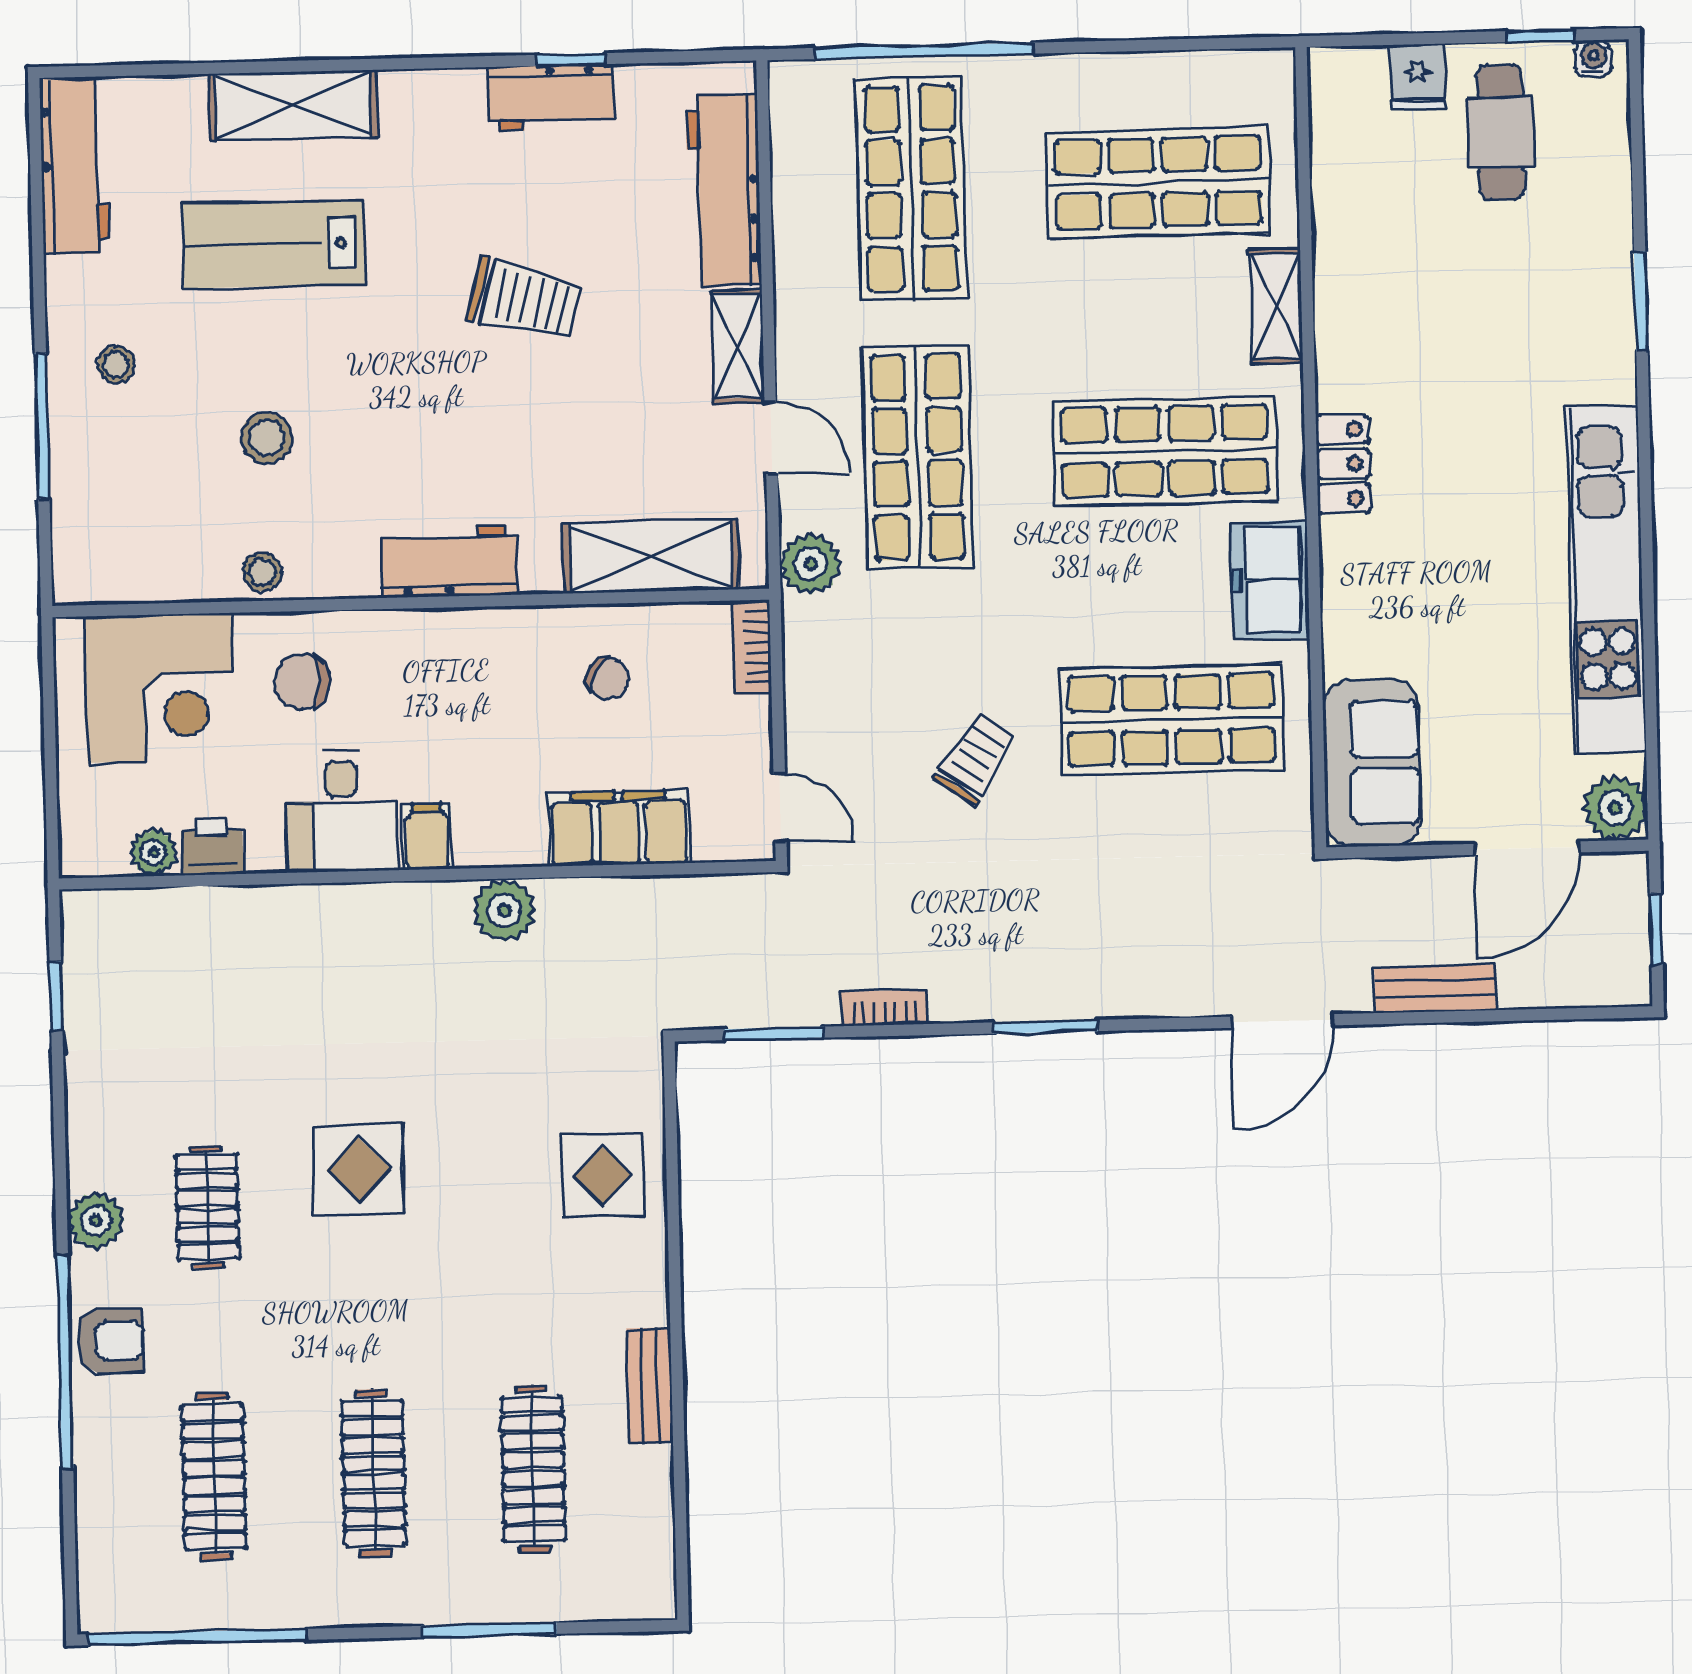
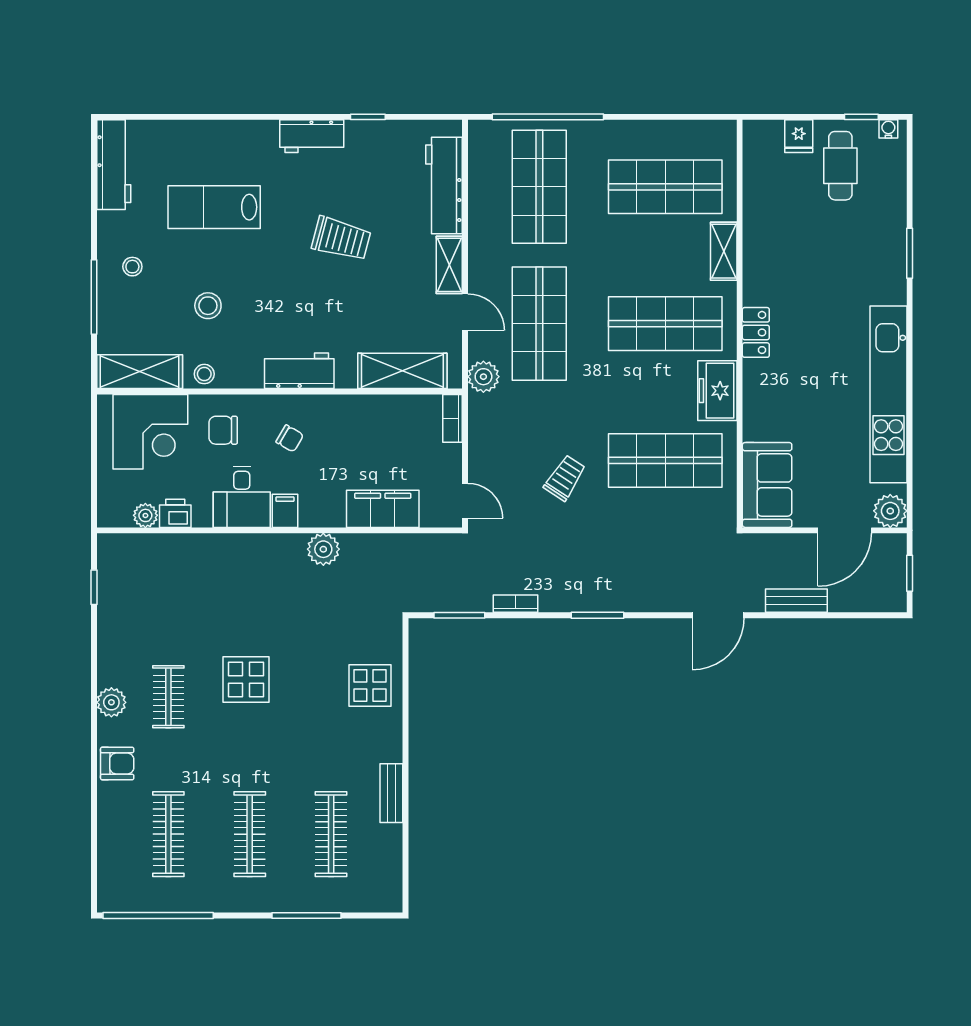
workbench: (551, 98) -> (312, 136), moved
shelving: (293, 105) -> (140, 372), moved
chair: (607, 678) -> (290, 438), moved
window: (65, 1362) -> (94, 774), removed

